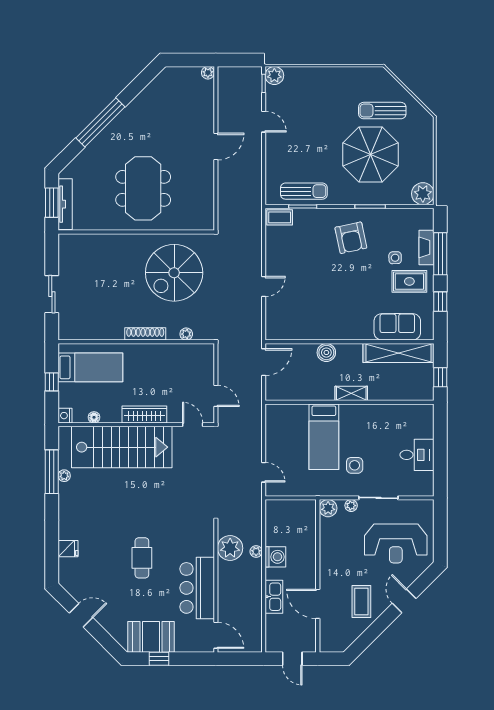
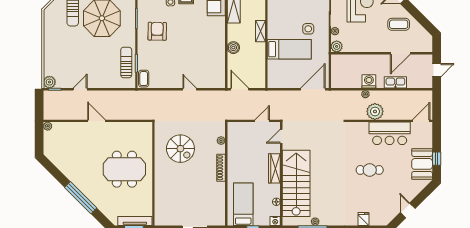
armchair: (351, 238) -> (157, 31), turned -77
spiral stairs: (174, 273) -> (180, 149), width x0.73, depth x0.73
door: (264, 472) -> (313, 89), width x1.88
plant: (230, 548) -> (375, 111), moved

